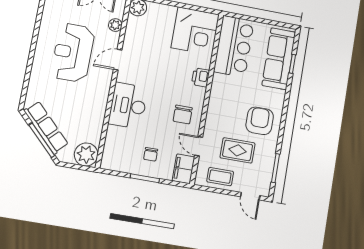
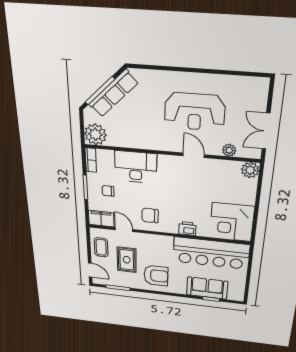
bar counter: (234, 46) -> (211, 253), width x1.36
reception desk: (73, 53) -> (195, 112), turned 180
sofa: (279, 59) -> (207, 288), width x0.73
desk: (128, 106) -> (136, 167), moved
door: (199, 146) -> (124, 230), hinge flipped
bookcase: (114, 165) -> (91, 160), added
door: (250, 196) -> (90, 270), swing flipped

